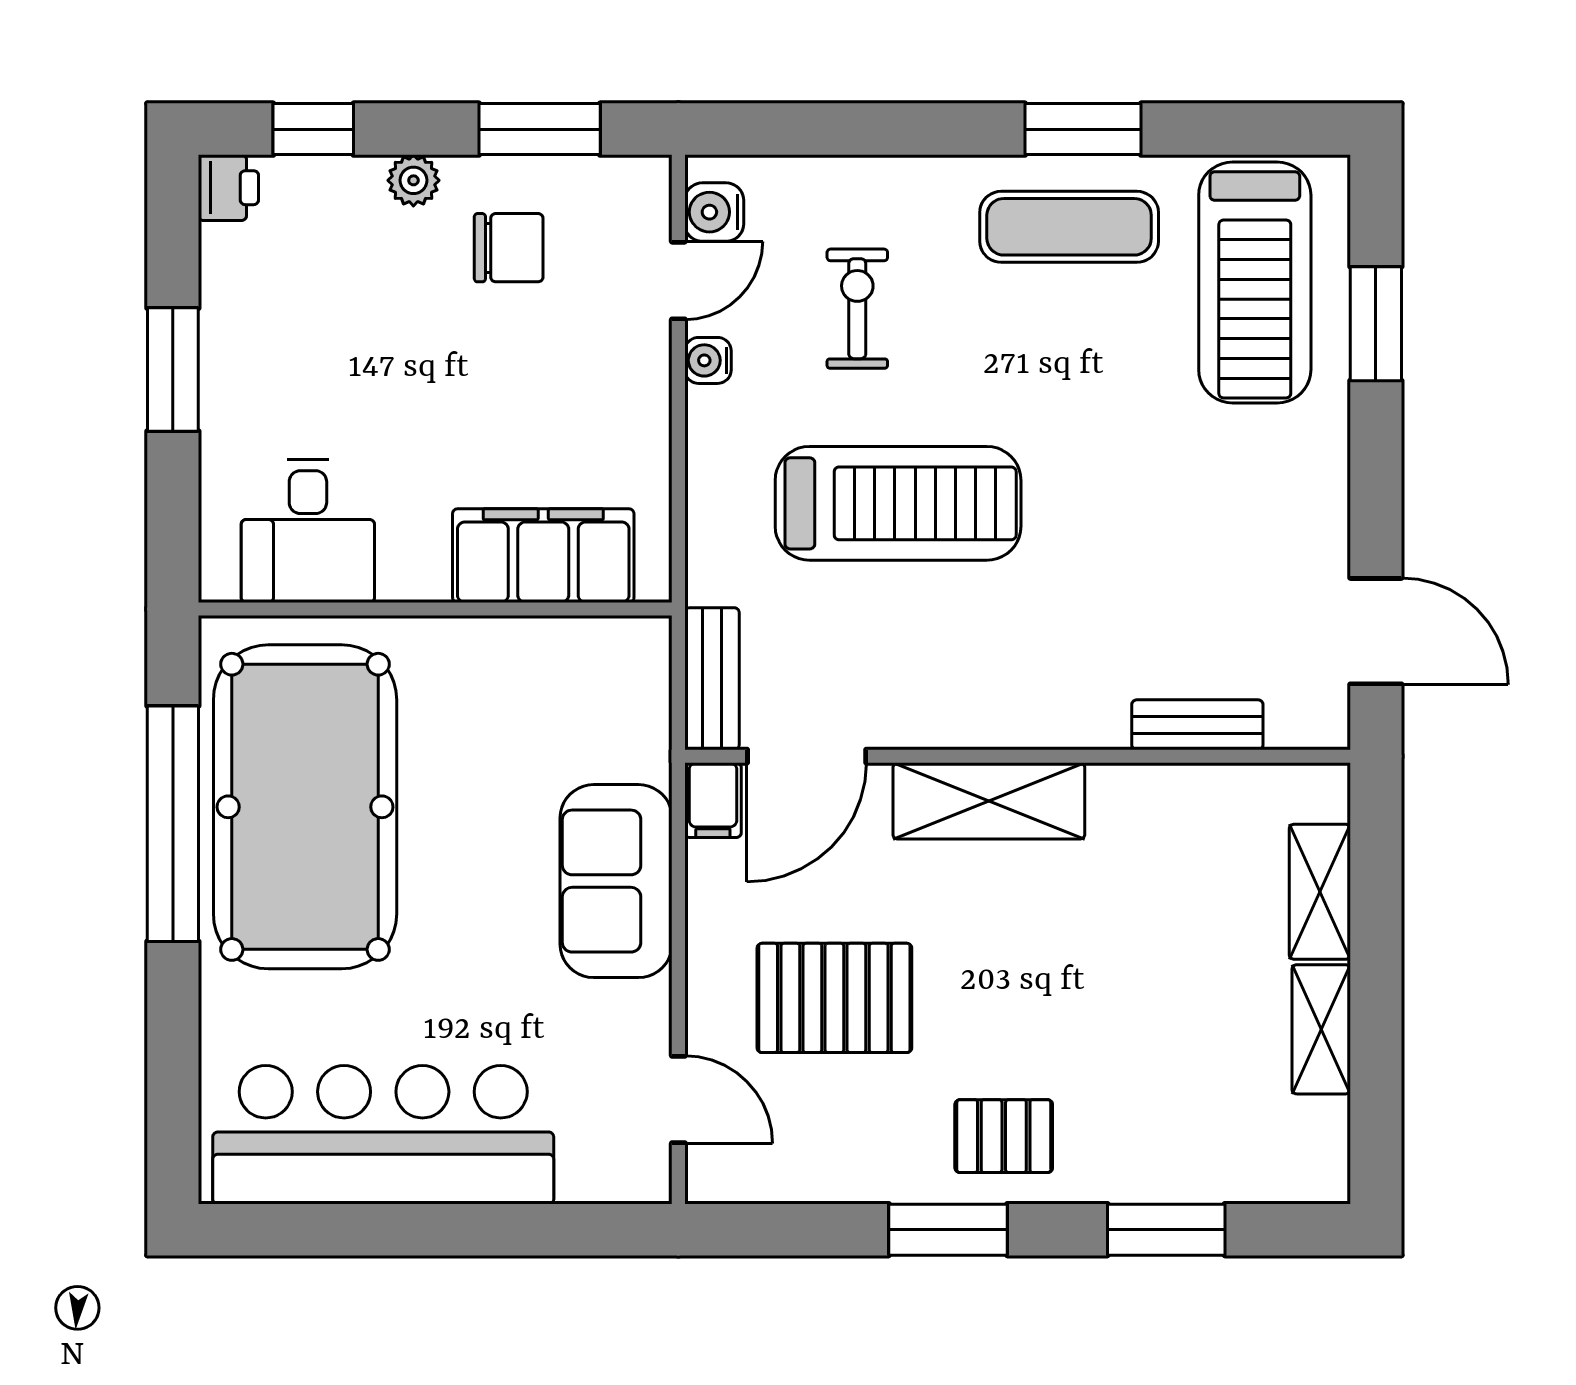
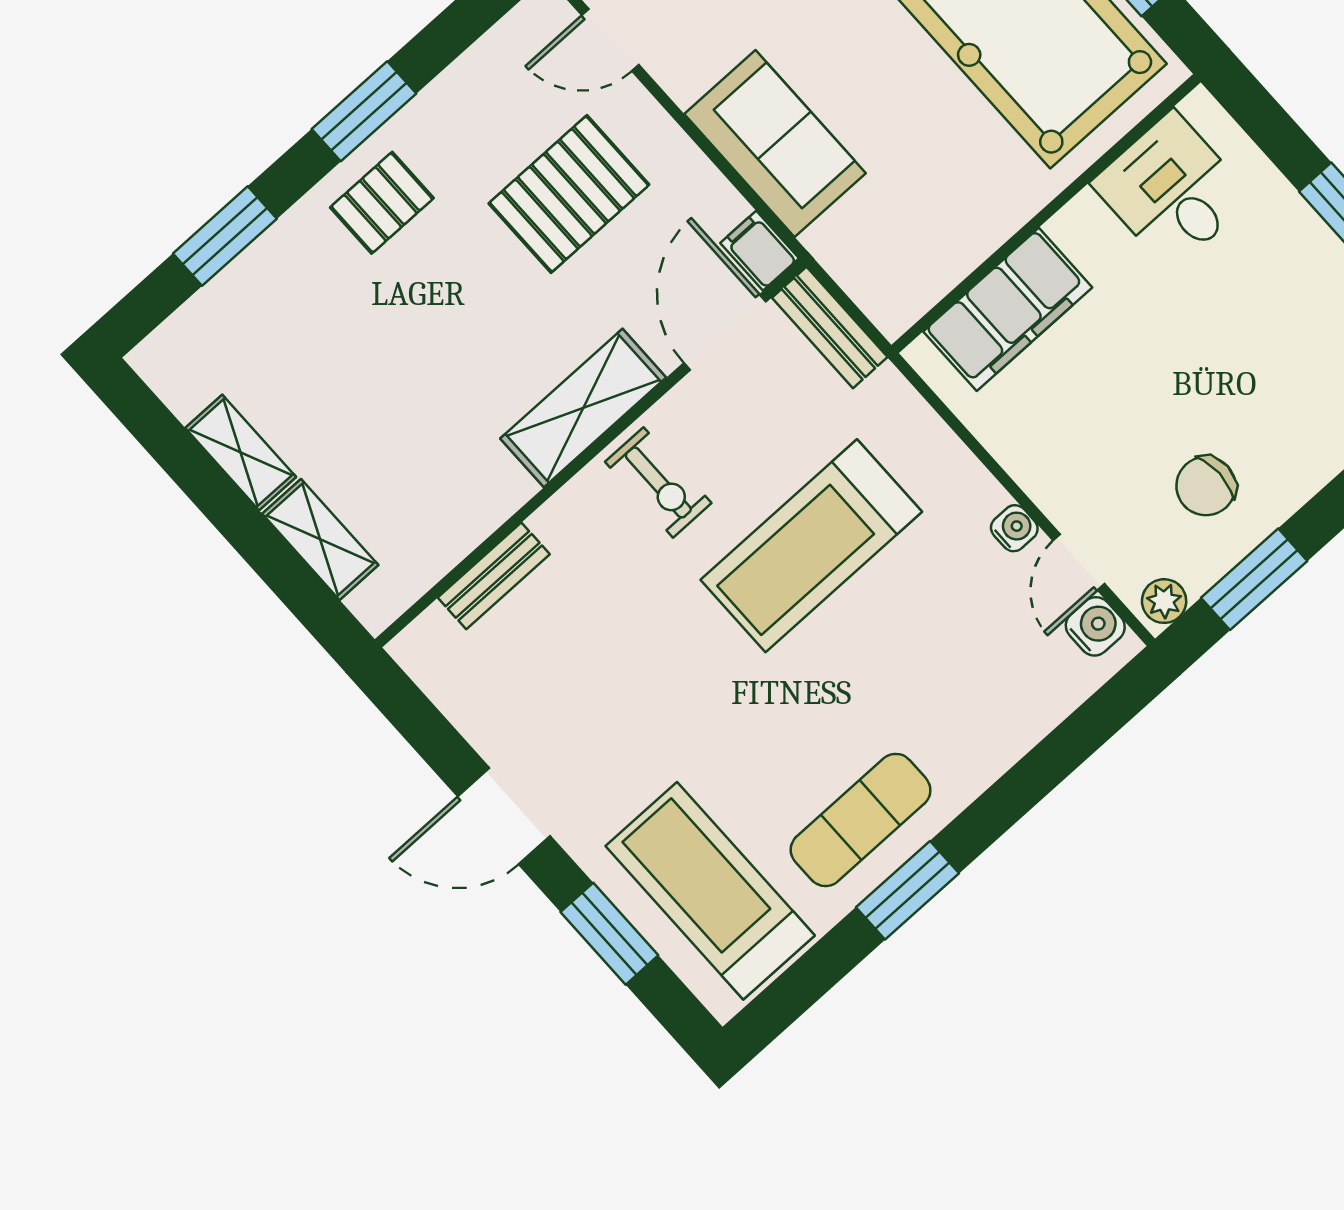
plant: (413, 180) -> (1164, 601), moved
exercise bike: (857, 309) -> (658, 482), moved
door: (1376, 631) -> (504, 816), moved

